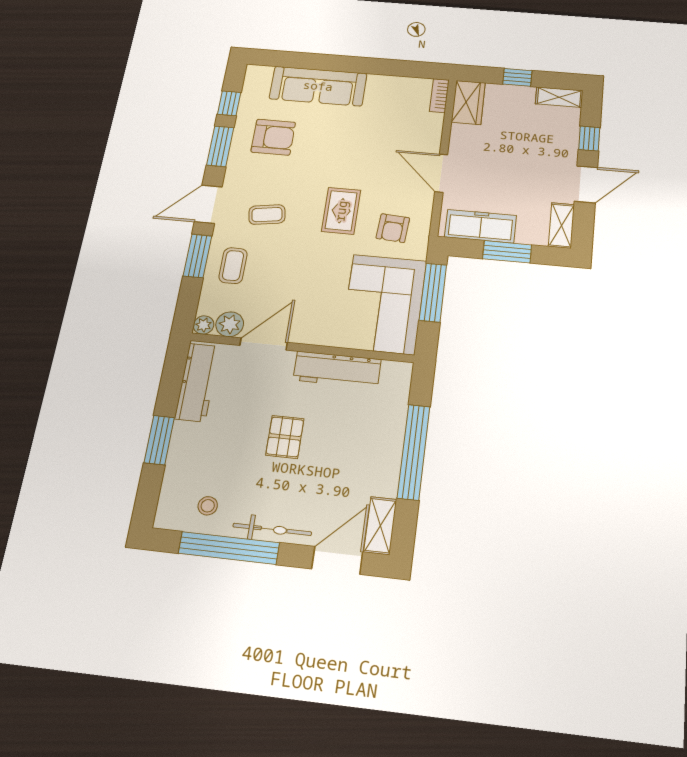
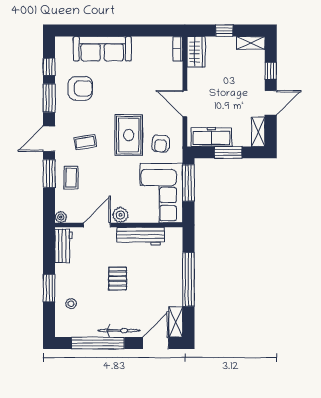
rug: (341, 211) -> (129, 135), width x1.36, depth x1.43
plant: (230, 324) -> (120, 215), moved
workbench: (197, 382) -> (64, 246), width x0.73
stool: (208, 506) -> (71, 304), moved

